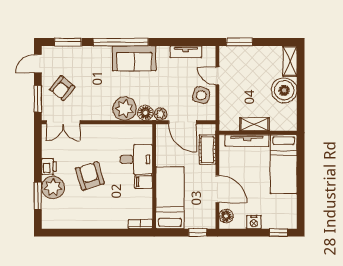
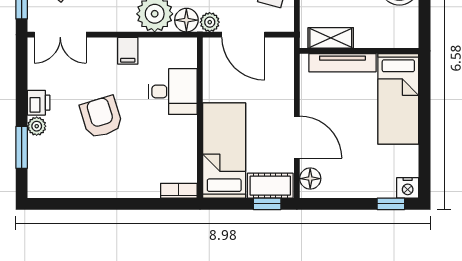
shelving: (255, 124) -> (331, 38), moved
cot: (207, 150) -> (270, 186), moved, turned 90
filing cabinet: (144, 182) -> (128, 51), moved, turned -90
plant: (53, 187) -> (37, 126), width x0.53, depth x0.53
nightstand: (254, 222) -> (408, 188), moved

